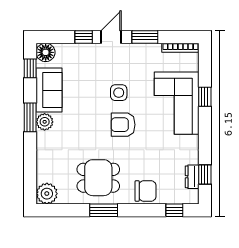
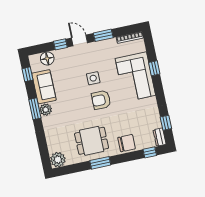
door: (111, 37) -> (80, 40), hinge flipped
floor lamp: (46, 52) -> (47, 58), moved
dresser: (192, 177) -> (160, 137), moved

